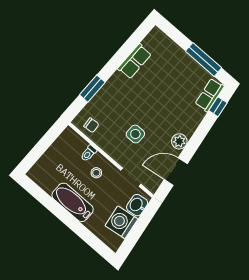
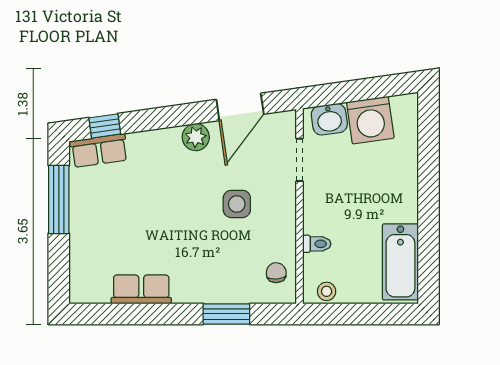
door: (176, 172) -> (240, 107), hinge flipped
stool: (96, 173) -> (327, 291), moved
bathtub: (73, 202) -> (400, 262), moved

